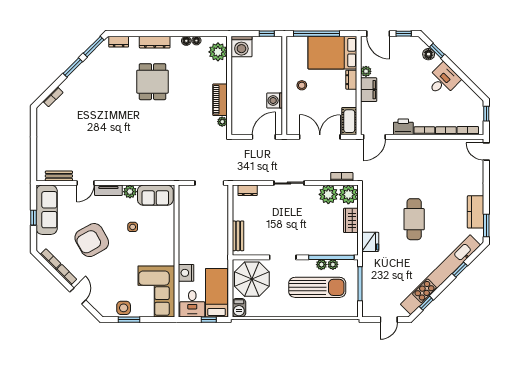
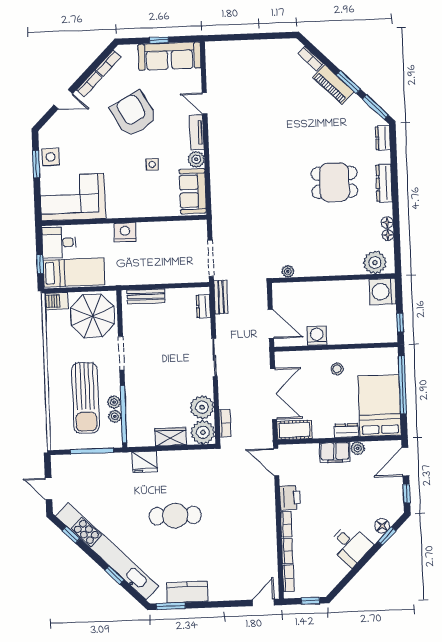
piano: (220, 100) -> (333, 85), moved, turned -135
bench: (59, 176) -> (221, 297), moved
nightstand: (186, 273) -> (125, 232), moved

